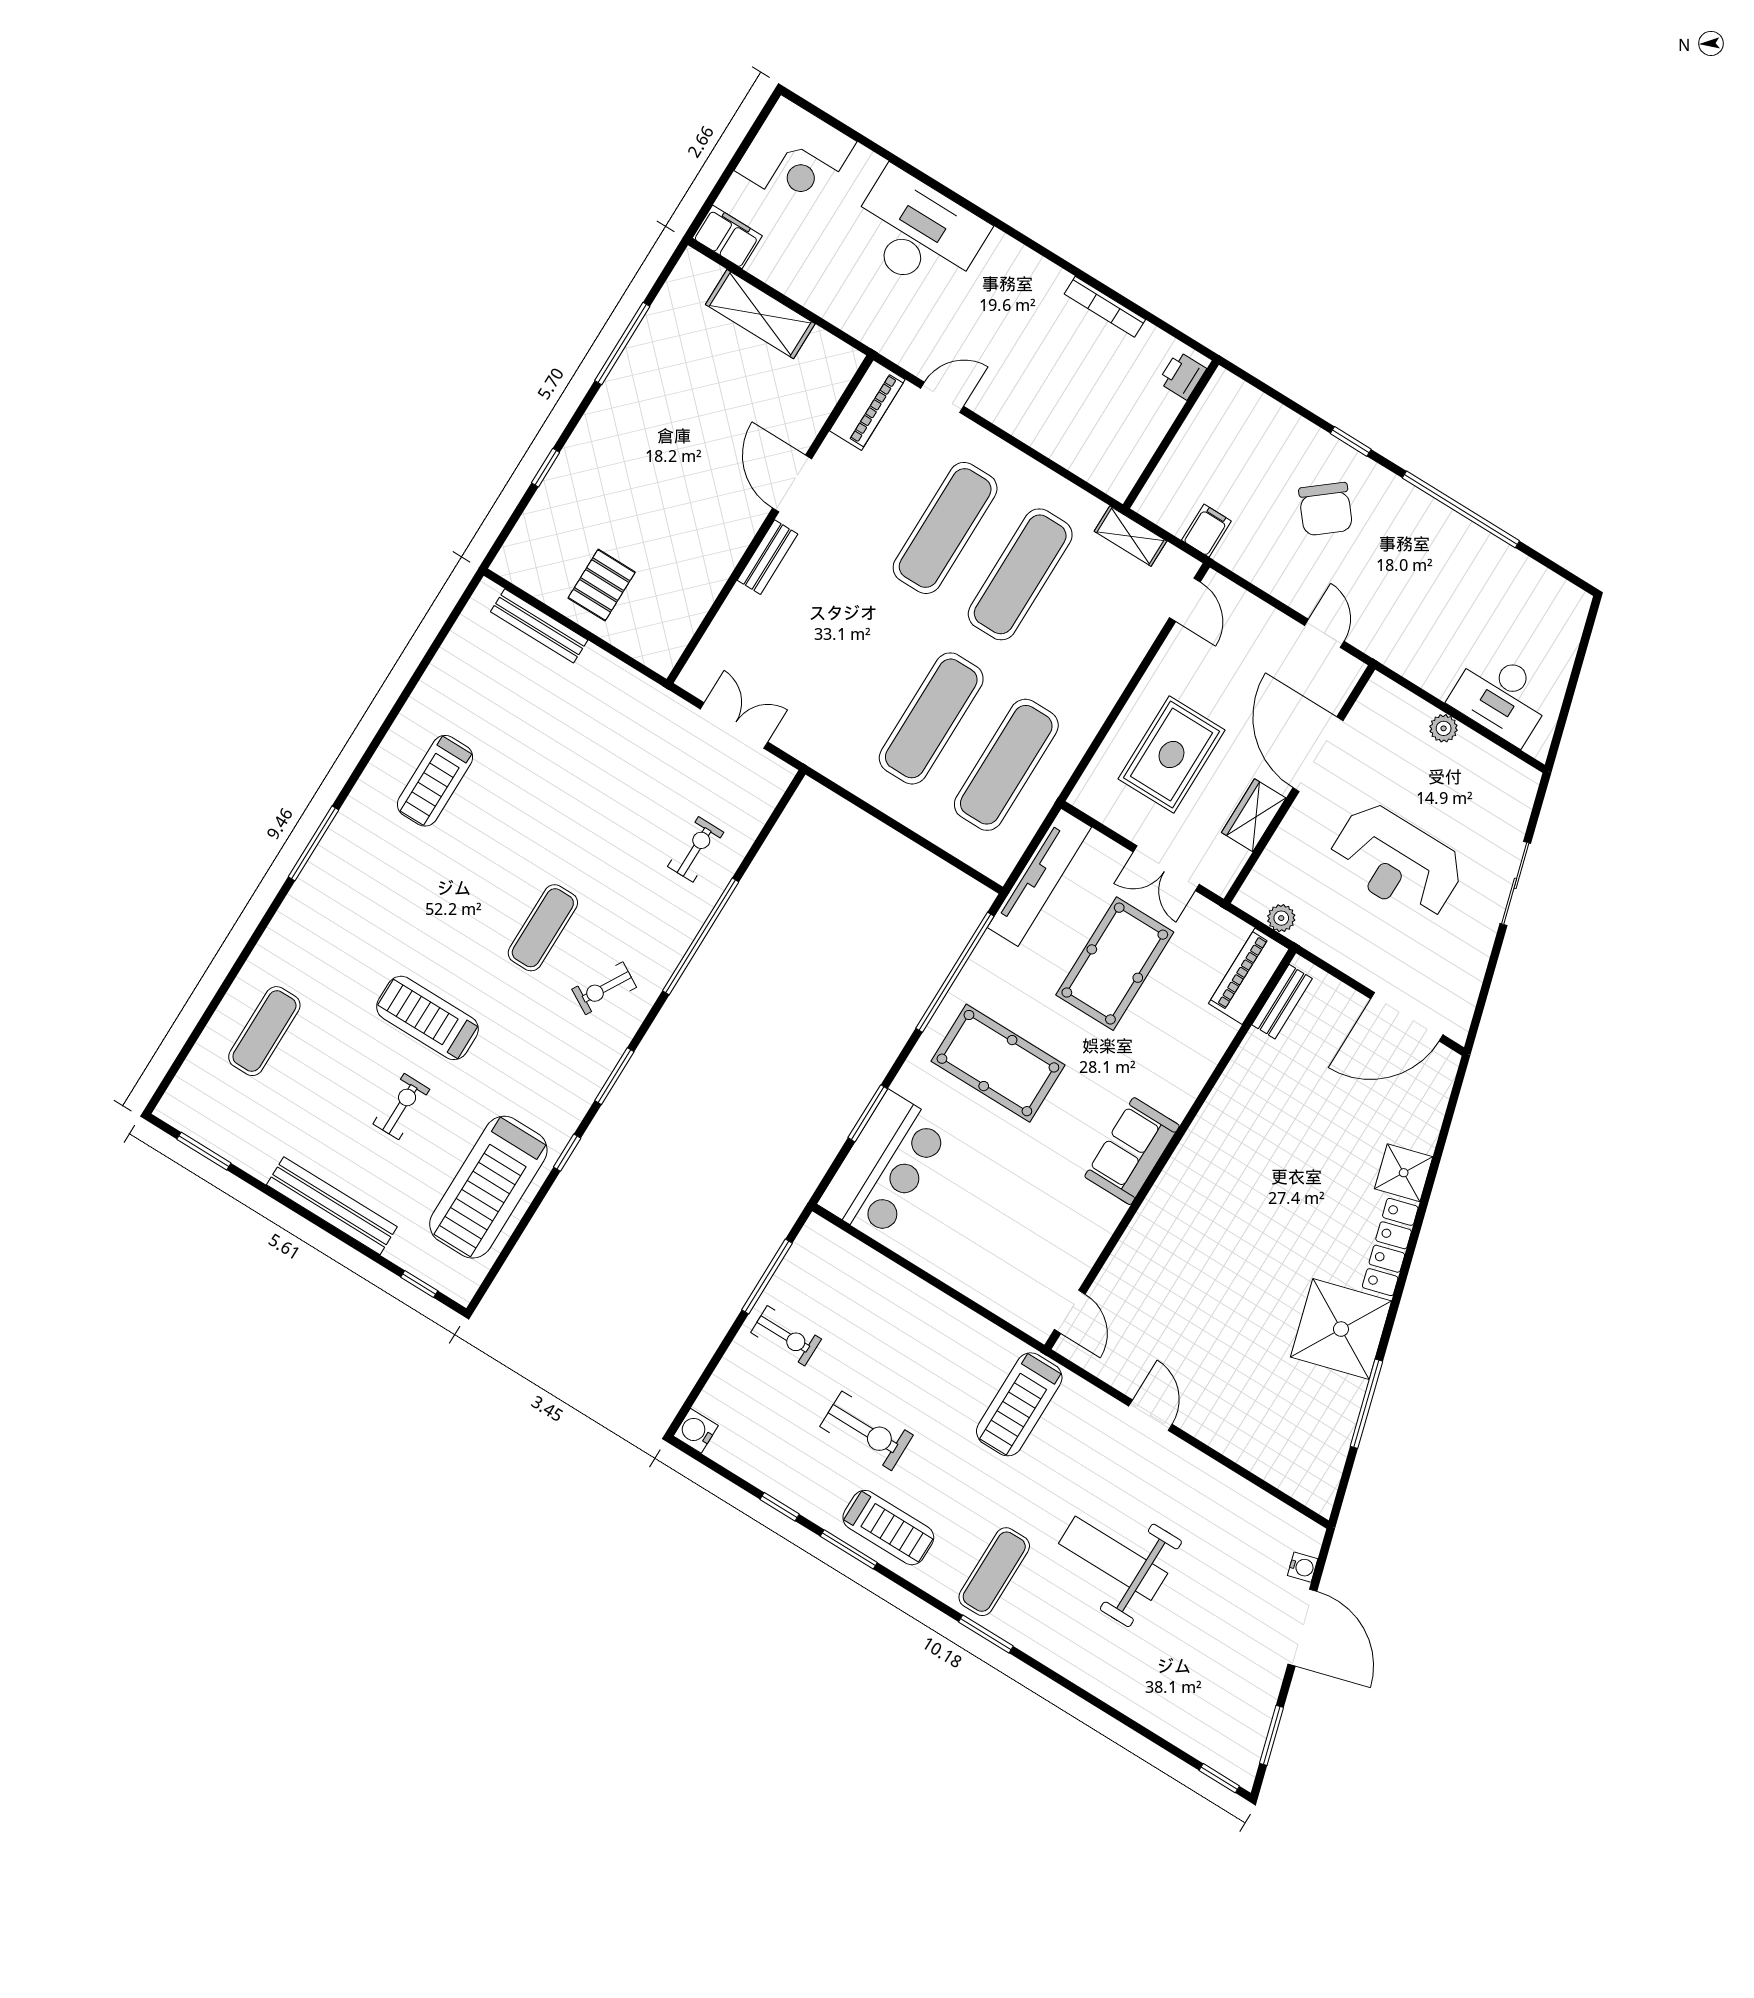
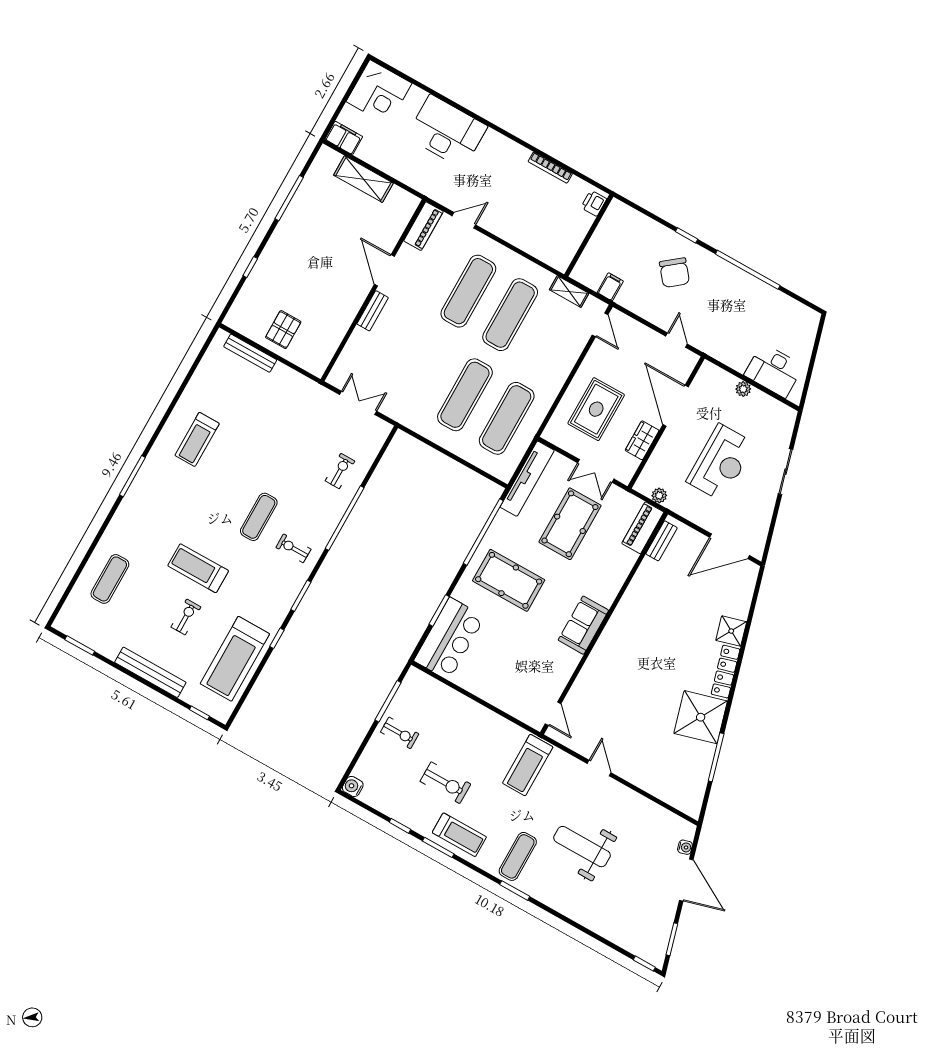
reception desk: (1397, 862) -> (721, 462), turned -90
exercise bike: (604, 988) -> (293, 548), turned 60

